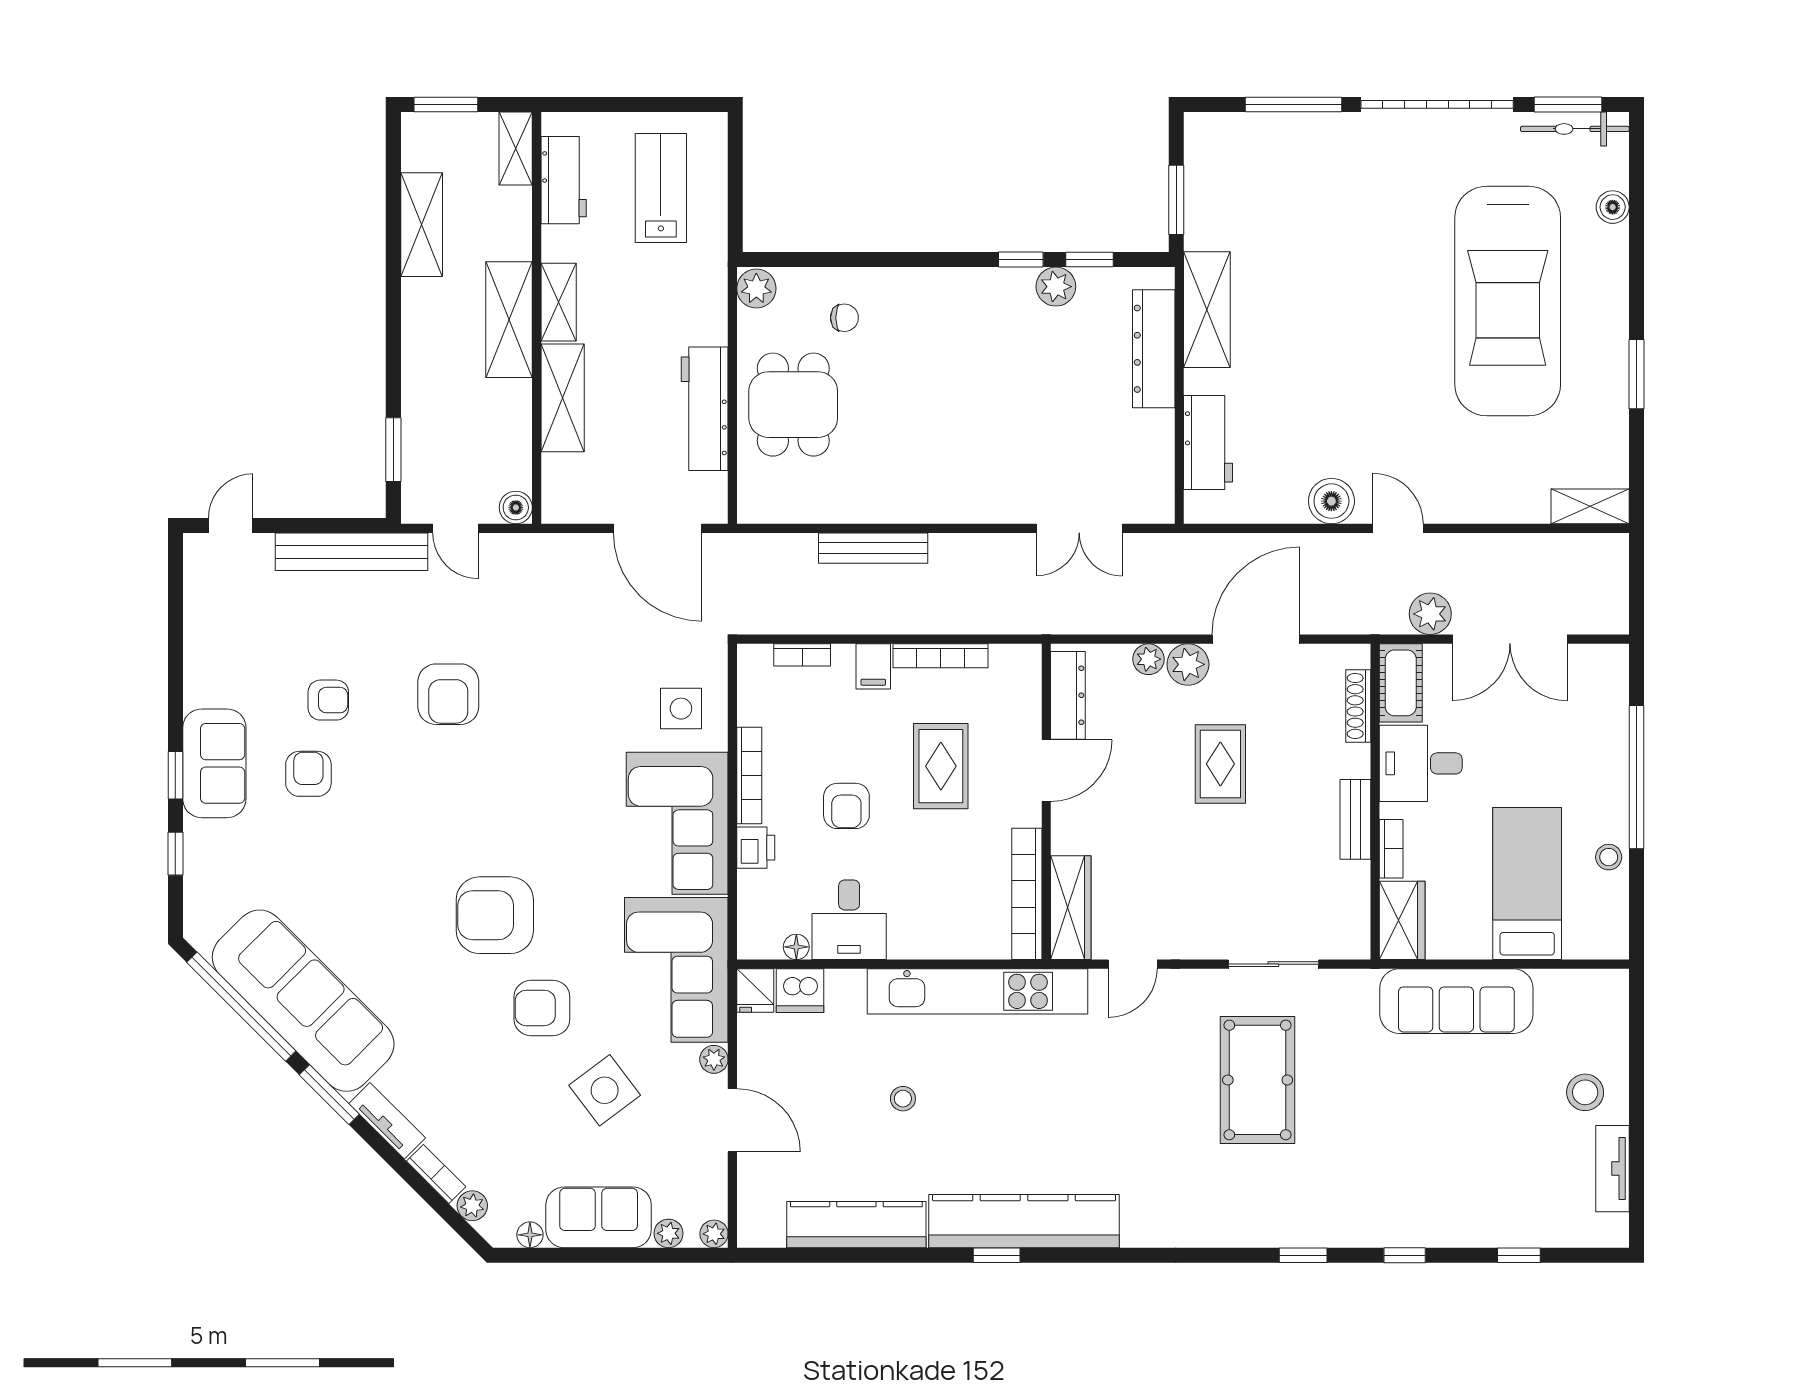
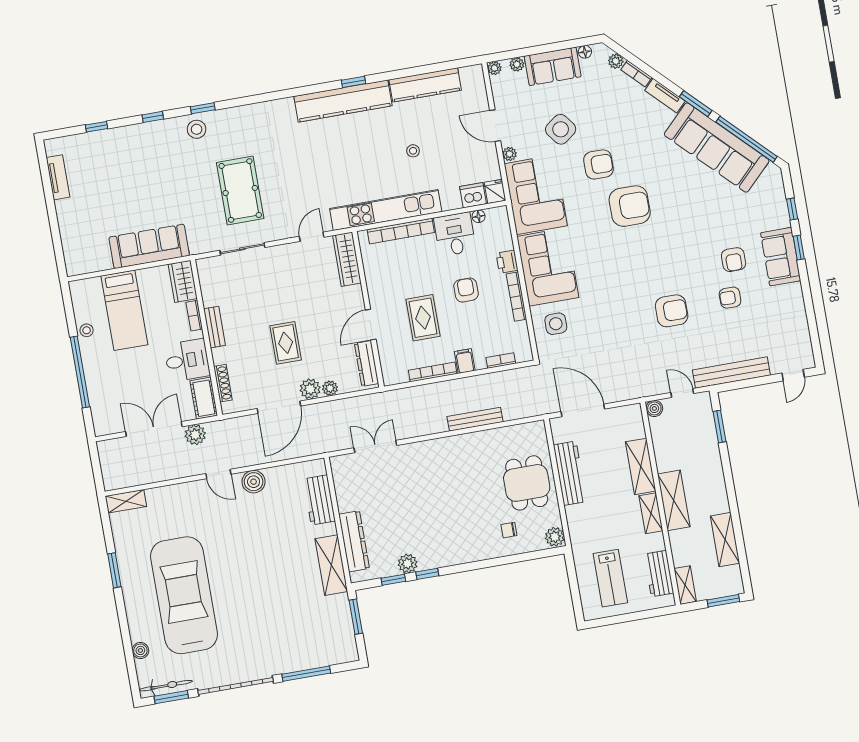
armchair: (448, 694) -> (672, 311), turned 90
bookcase: (1027, 894) -> (401, 231), moved, turned 90
stool: (1585, 1092) -> (197, 129), moved

